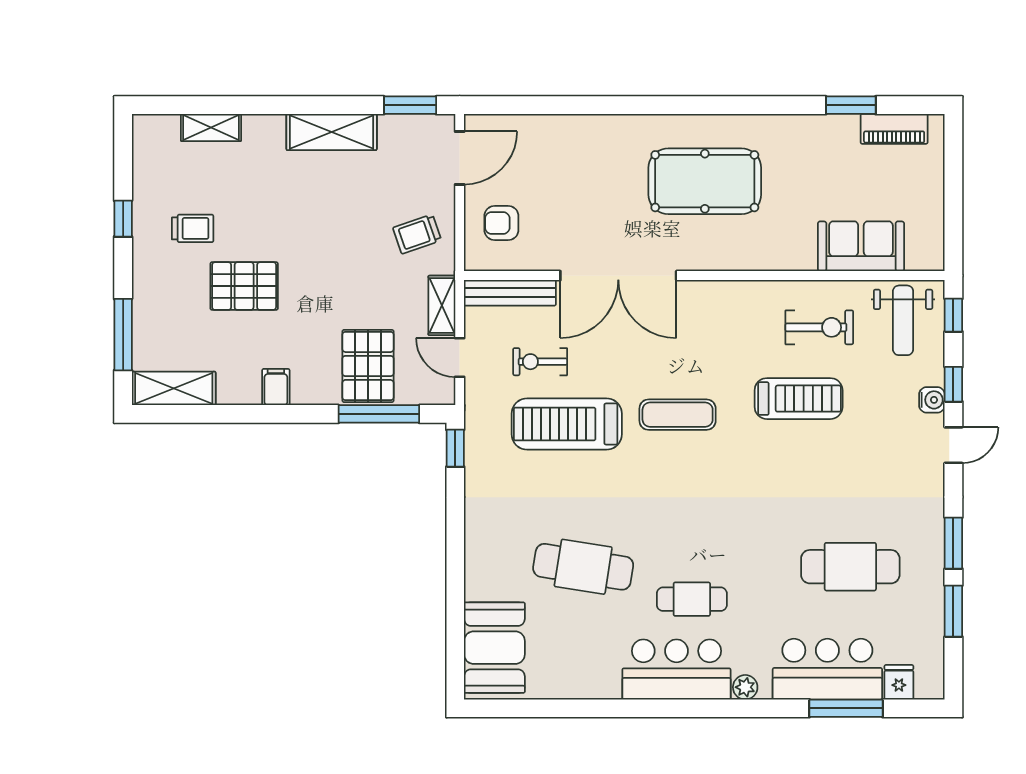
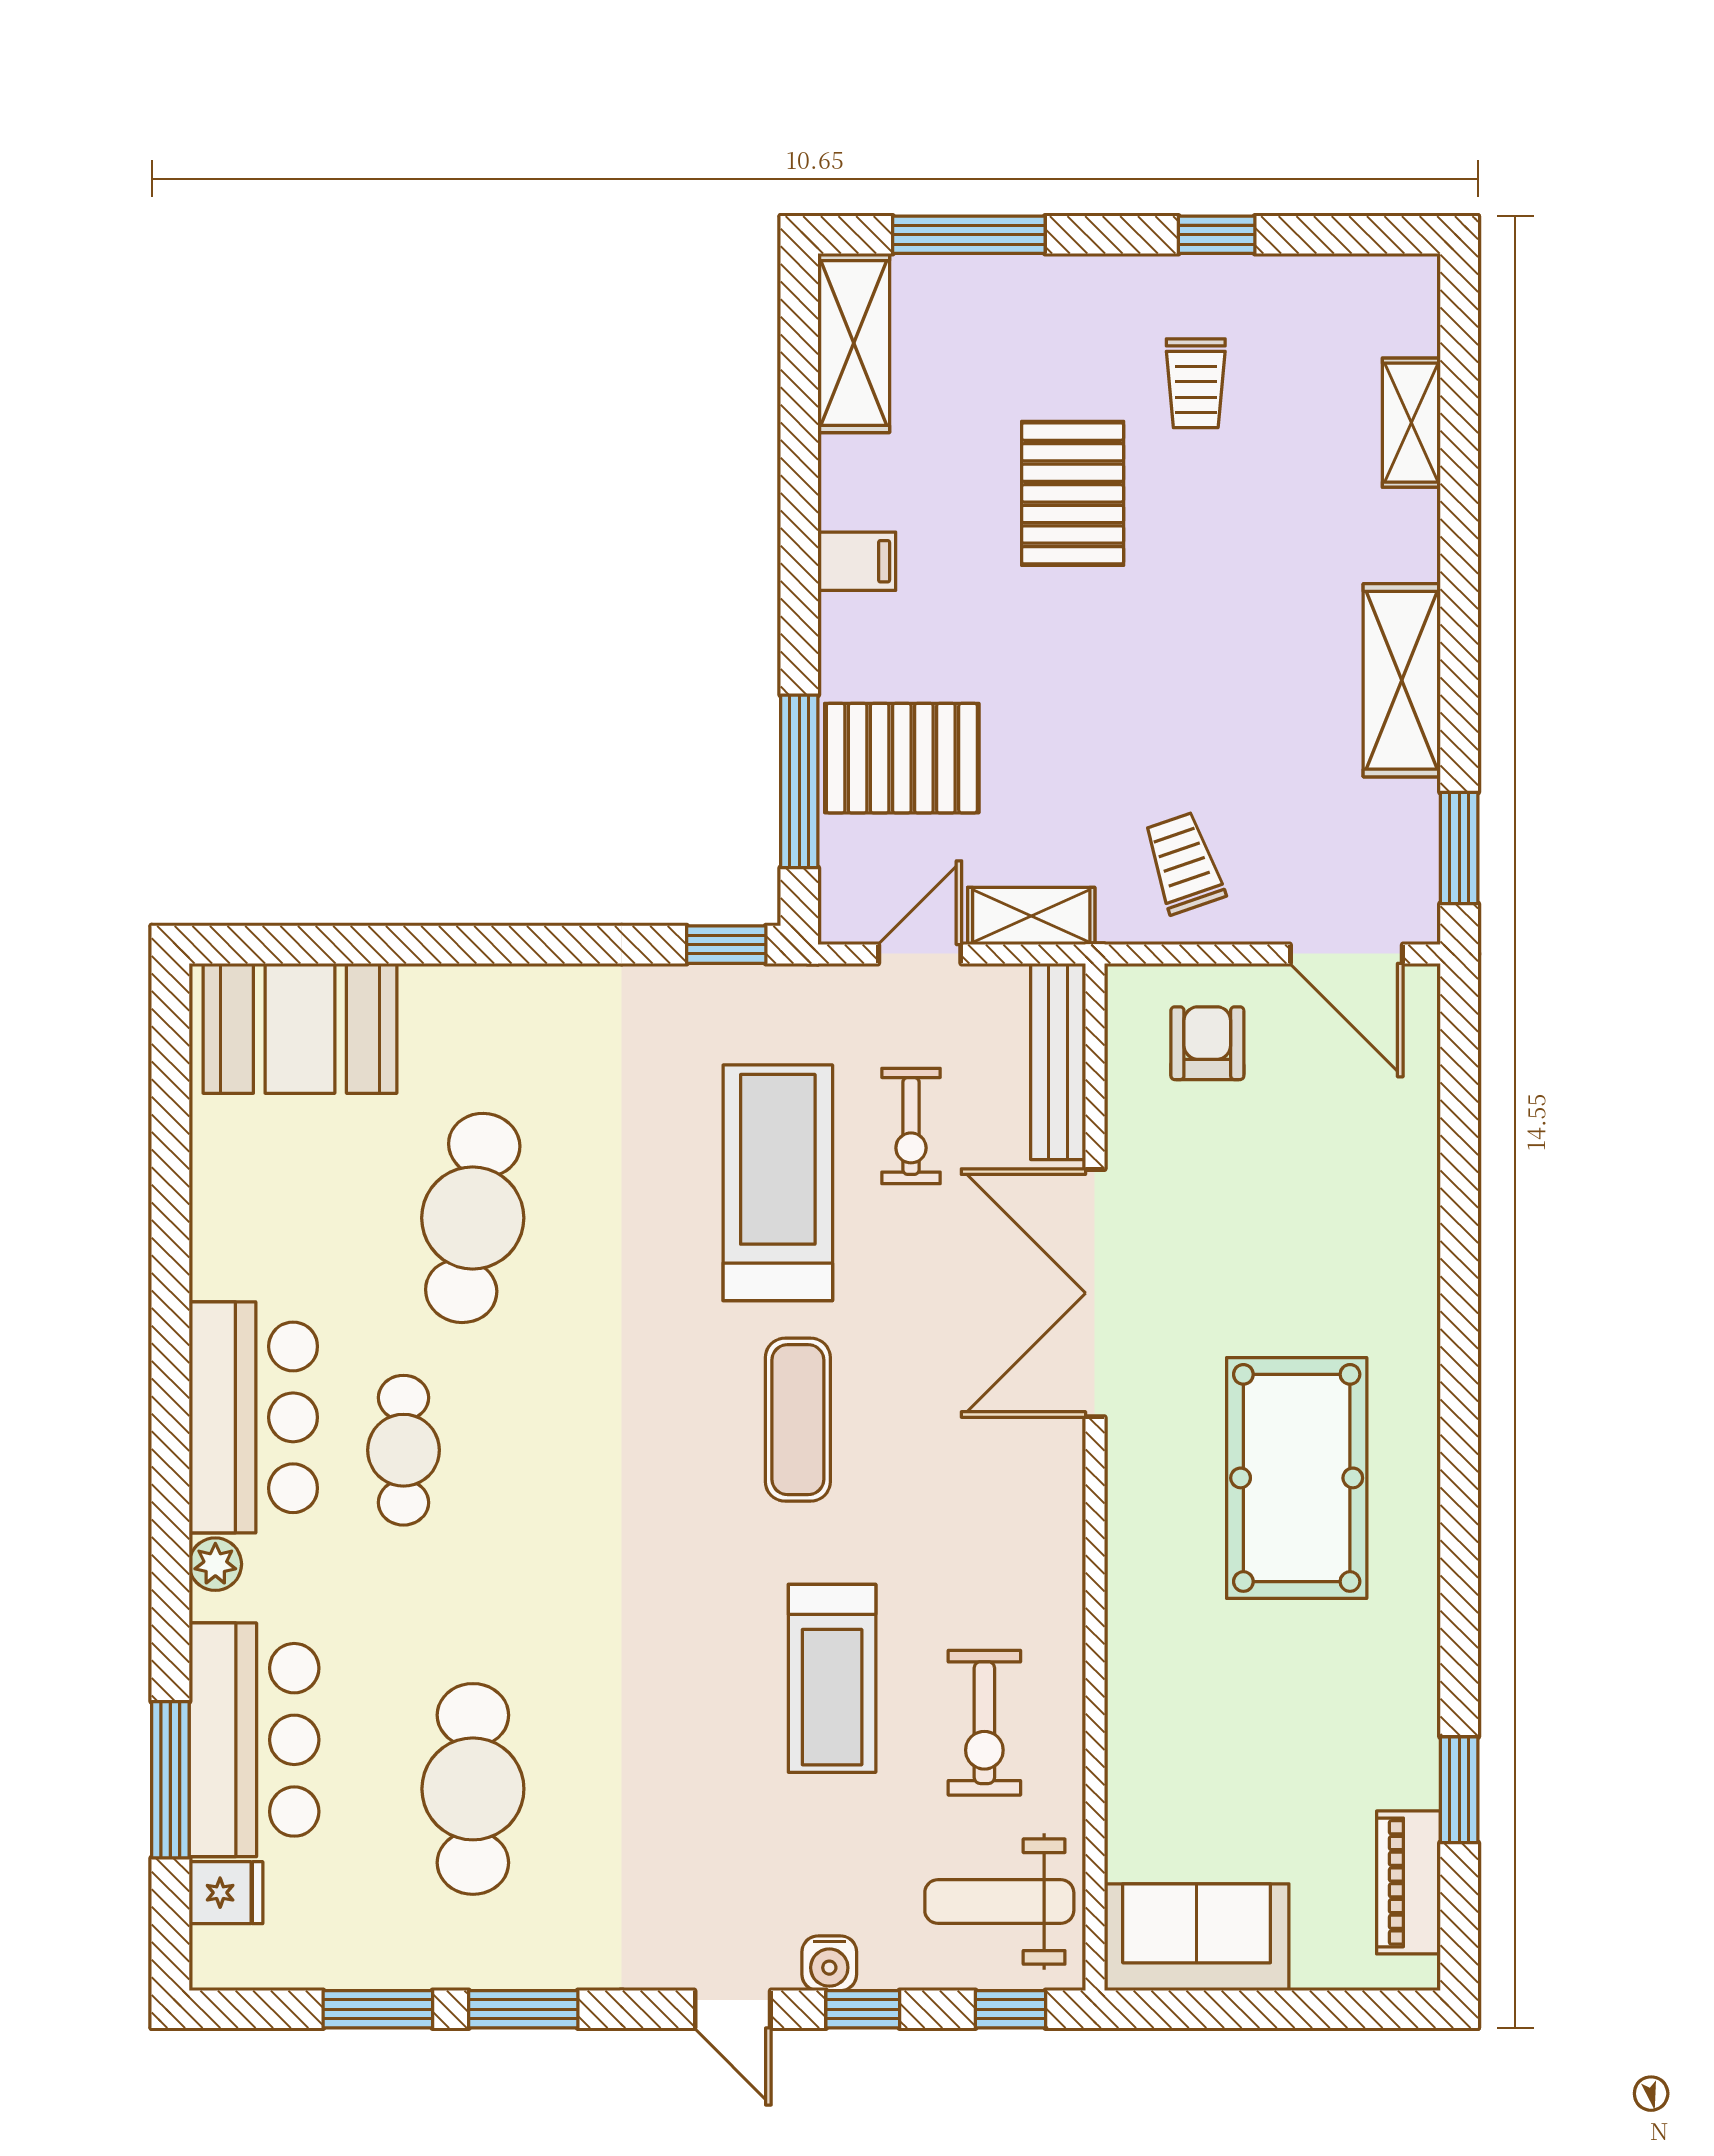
sofa: (861, 246) -> (1197, 1937), moved, turned -90
exercise bike: (540, 362) -> (911, 1126), turned 180

